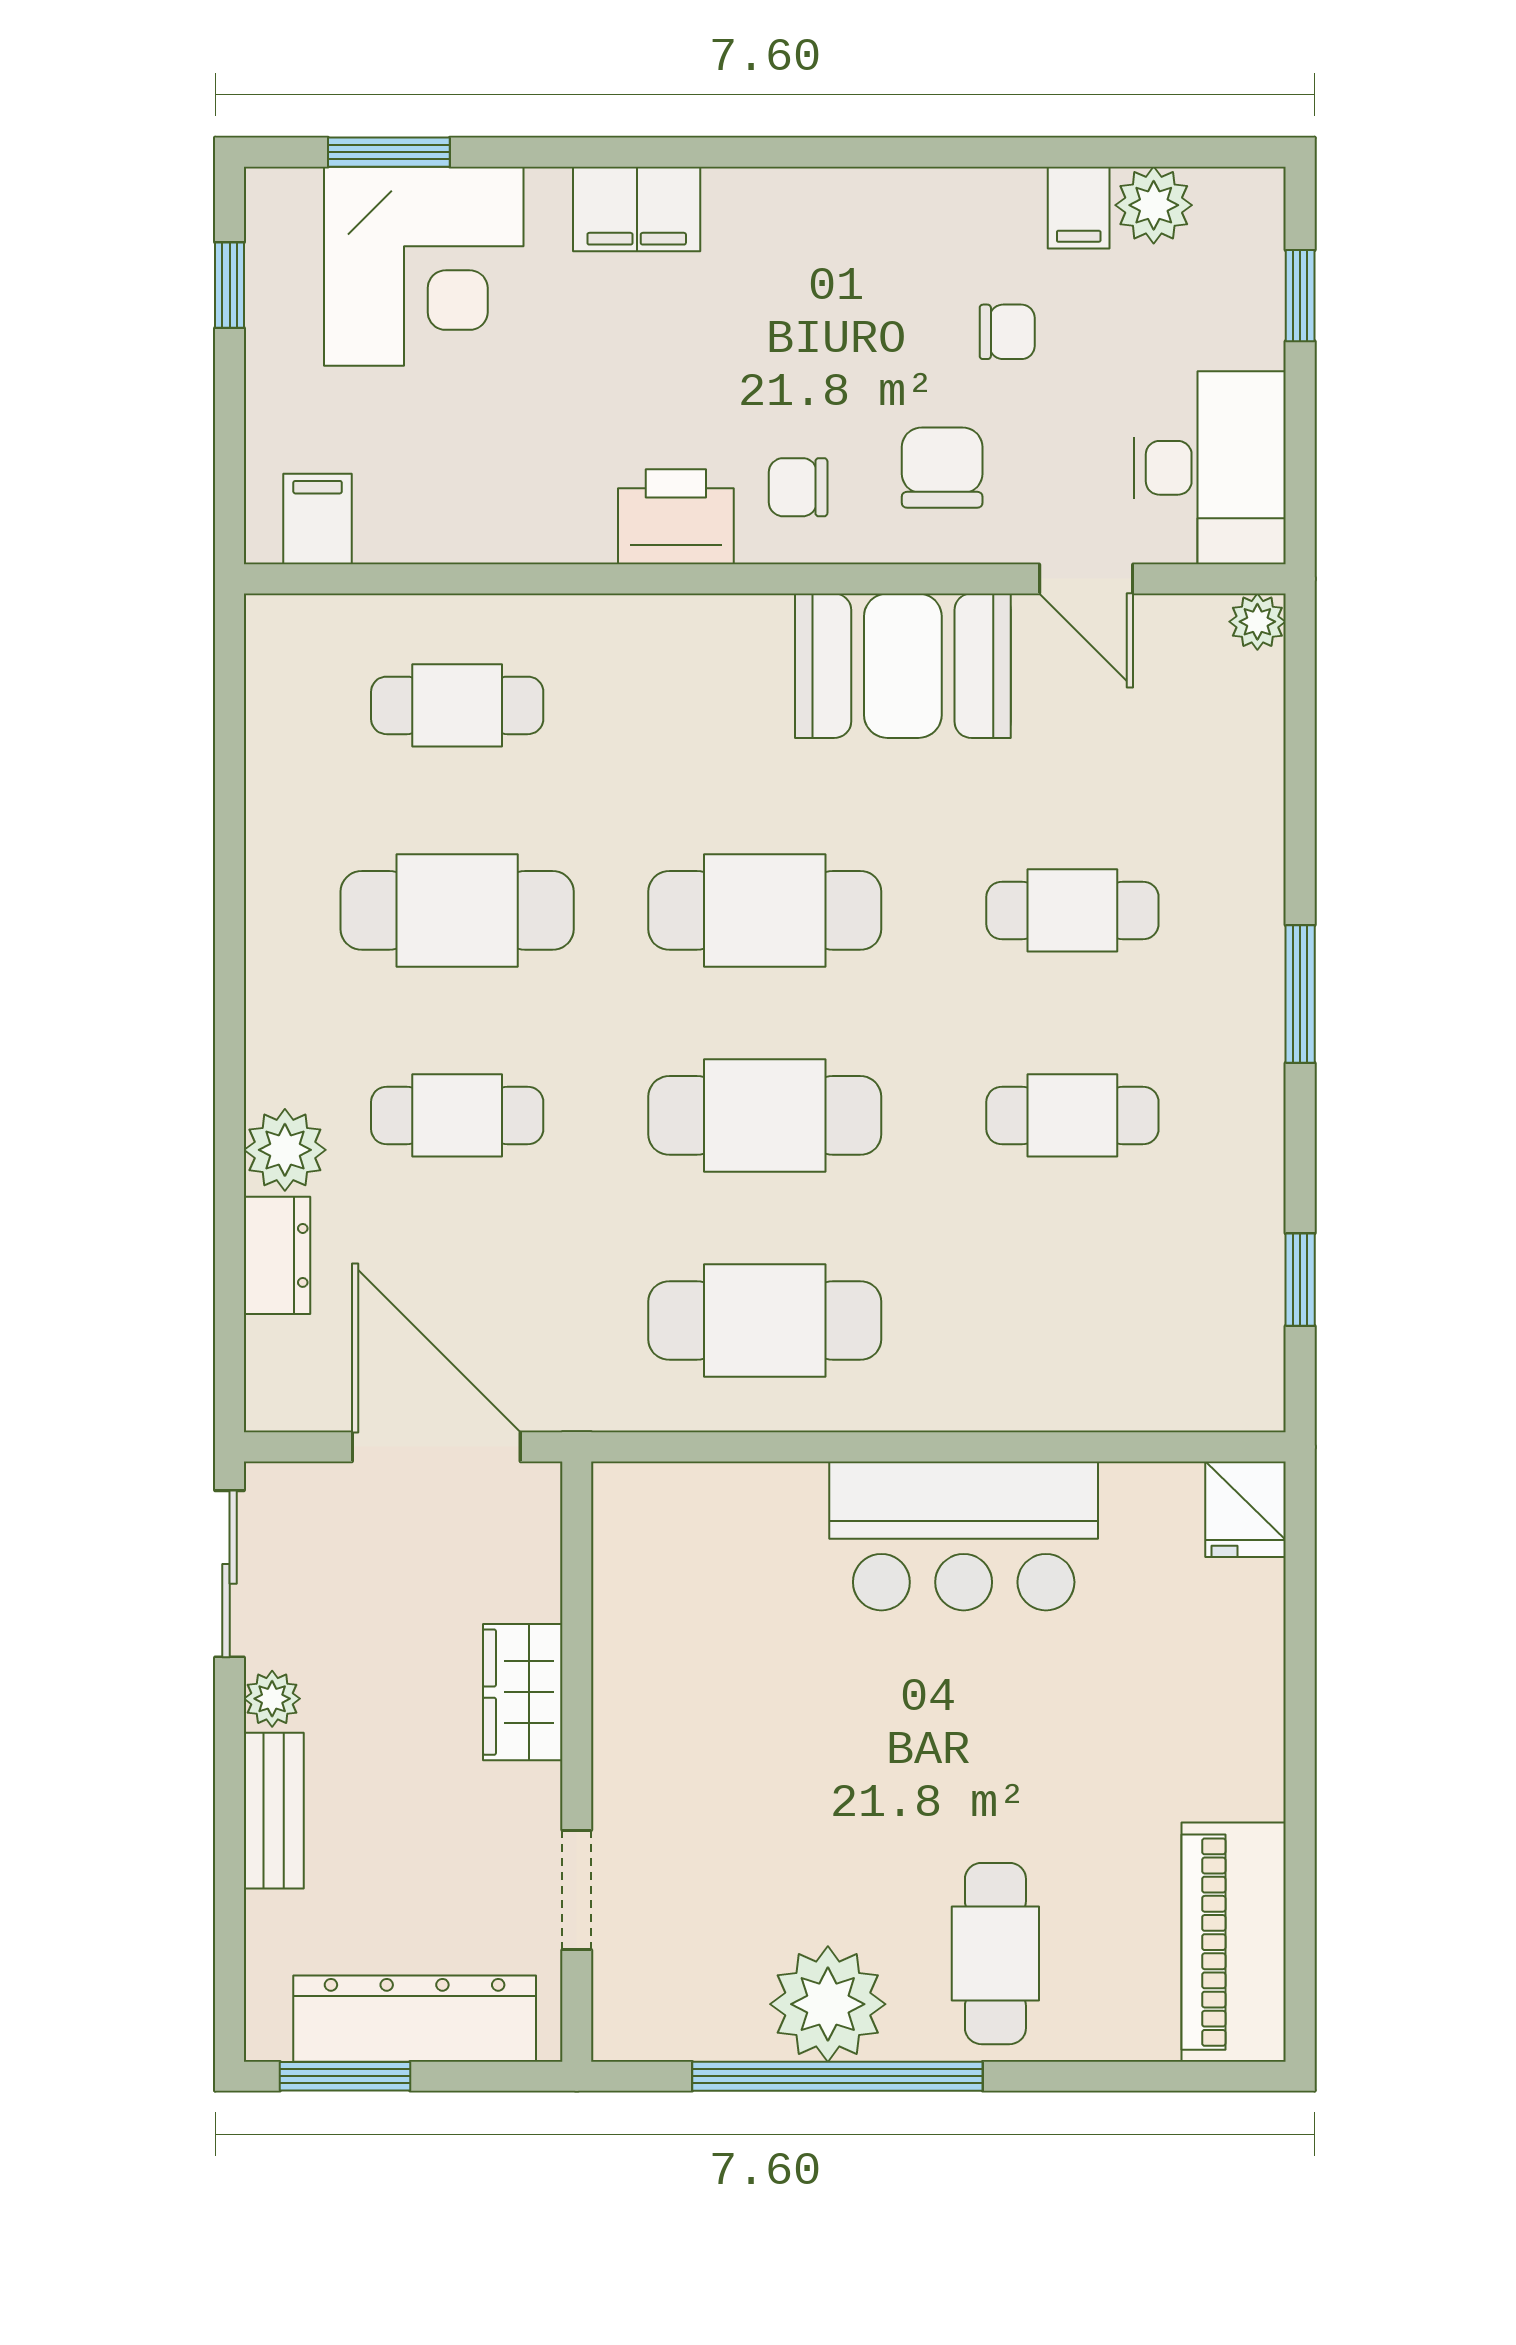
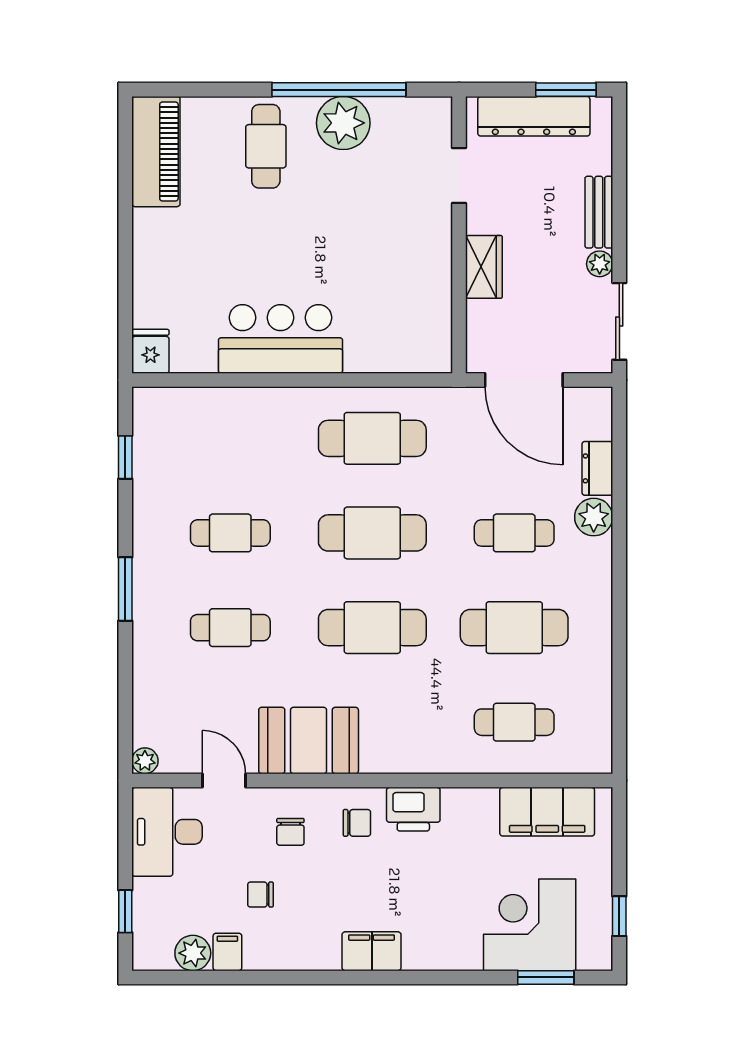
filing cabinet: (637, 209) -> (372, 951), moved
chair: (942, 468) -> (290, 832), width x0.73, depth x0.73
filing cabinet: (318, 519) -> (547, 812), width x3.00, depth x1.17

